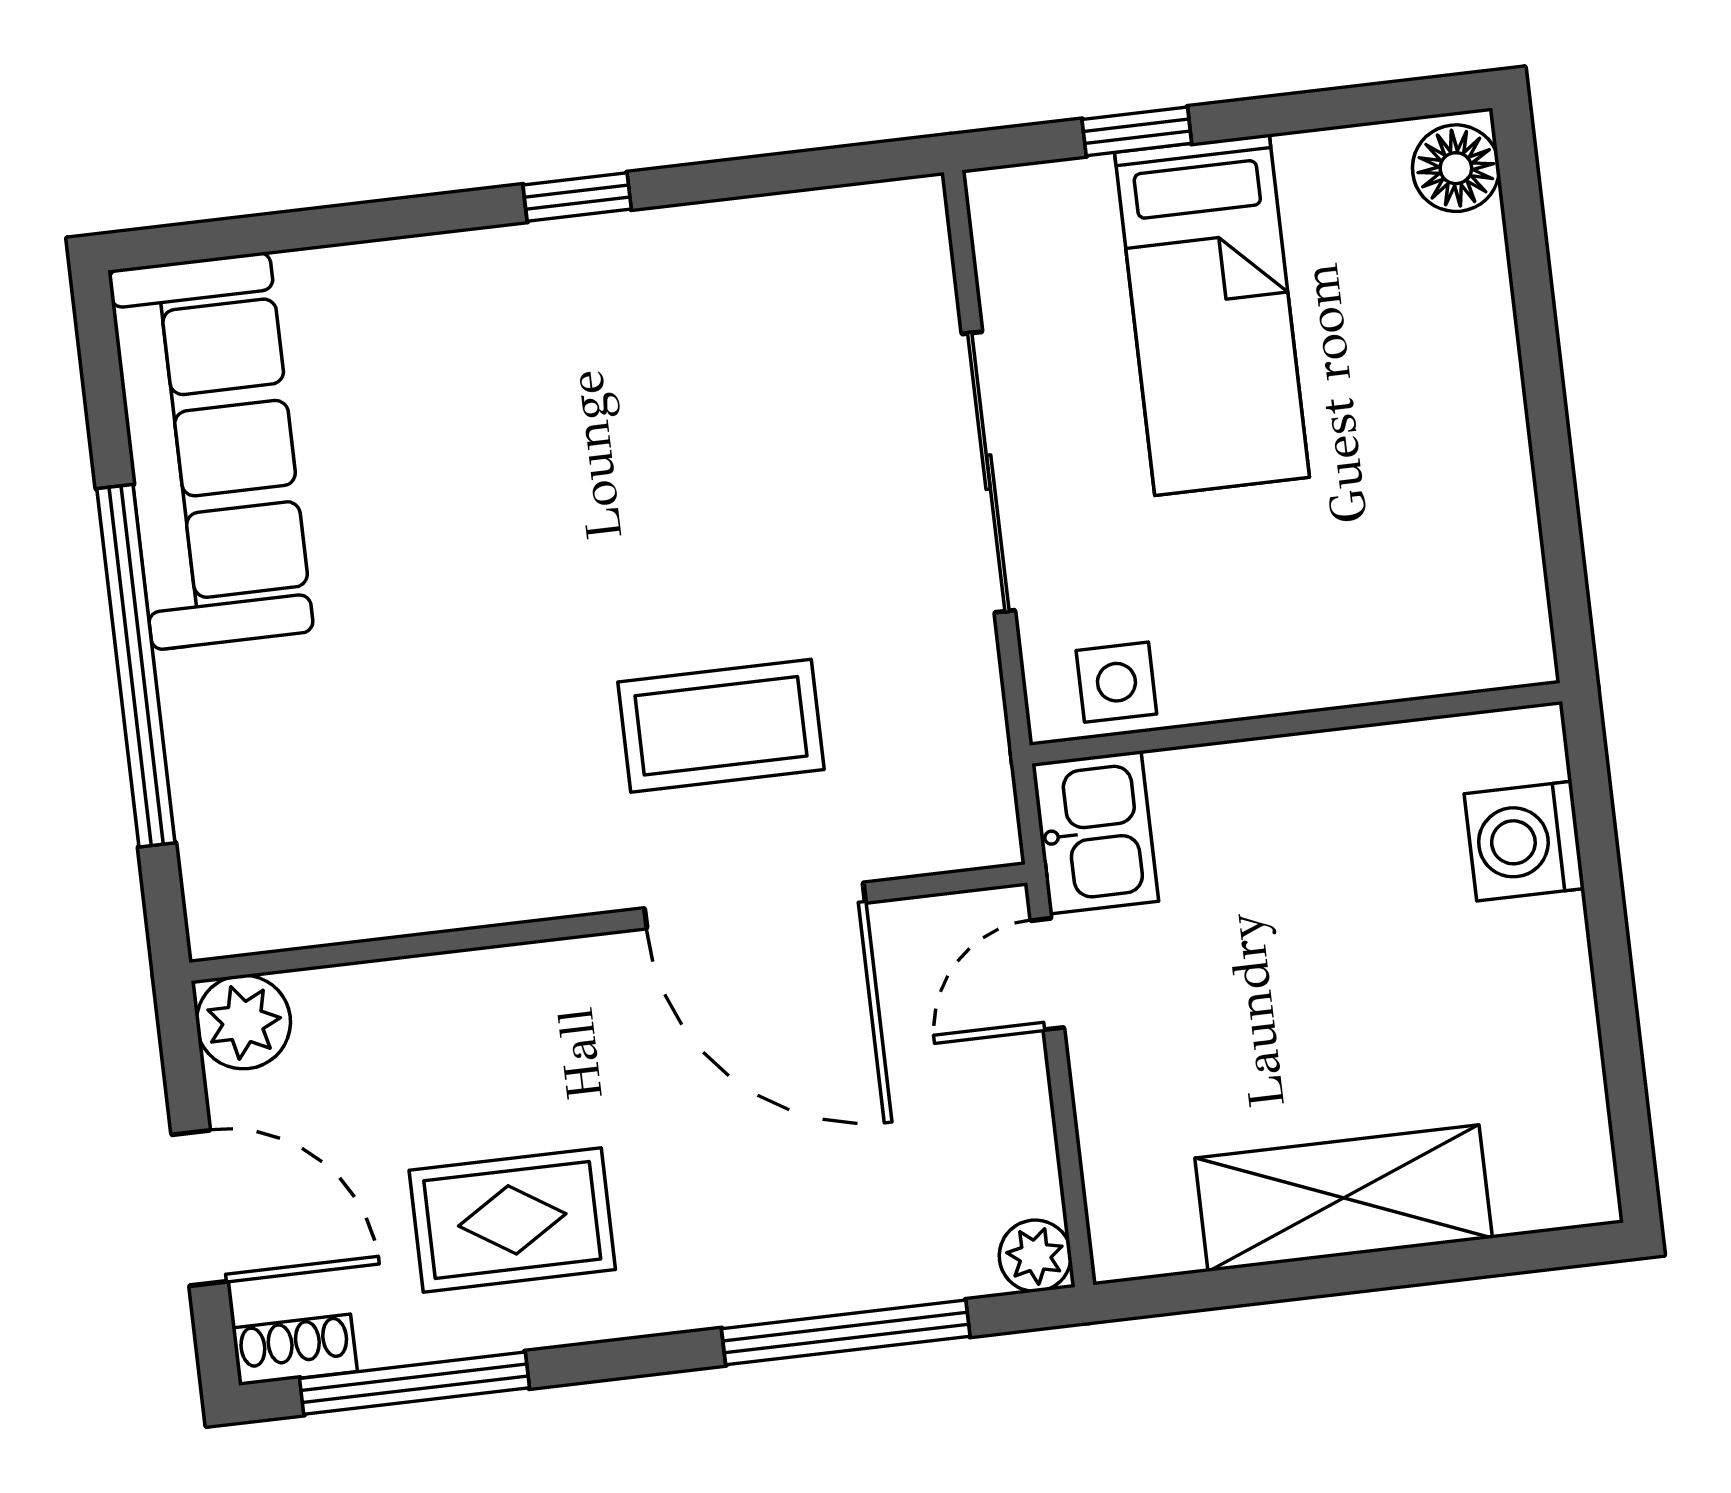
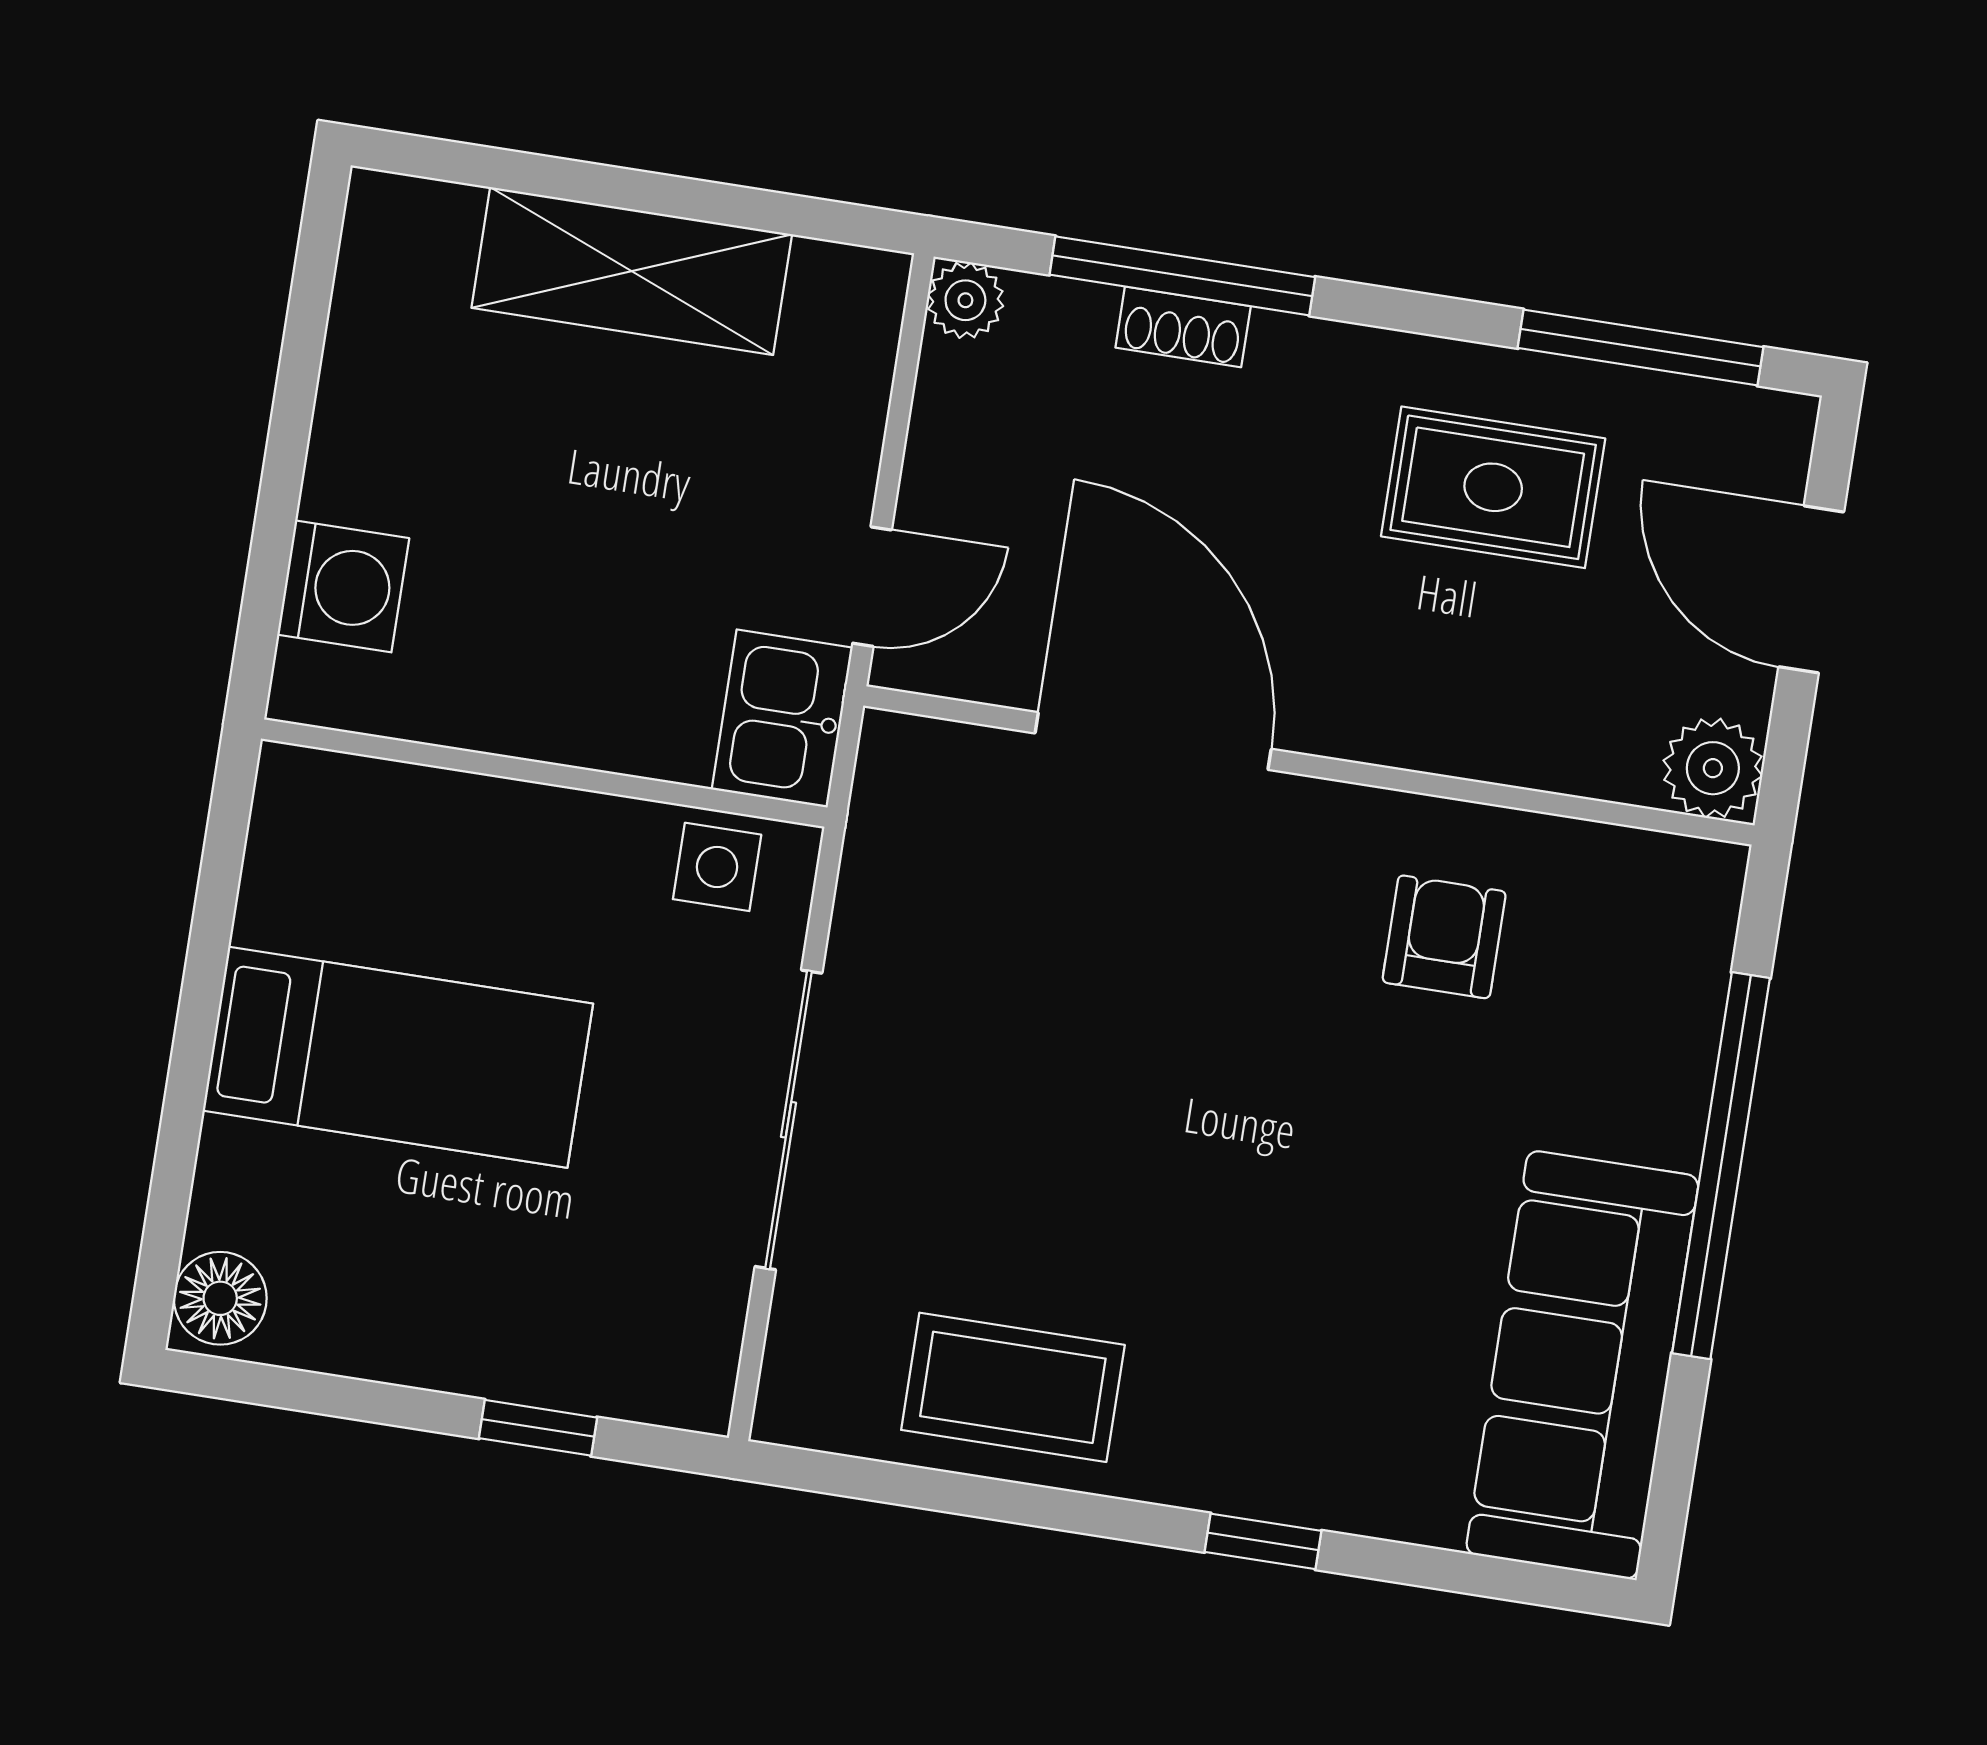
window: (577, 197) -> (1263, 1541), moved
bed: (1212, 315) -> (398, 1057), moved, turned 90
coffee table: (721, 726) -> (1013, 1387), moved
armchair: (443, 802) -> (1444, 937), added
shoe rack: (295, 1350) -> (1183, 327), moved

